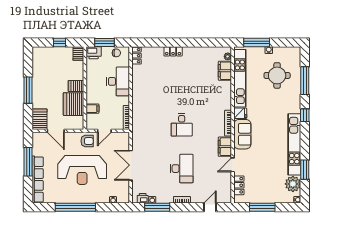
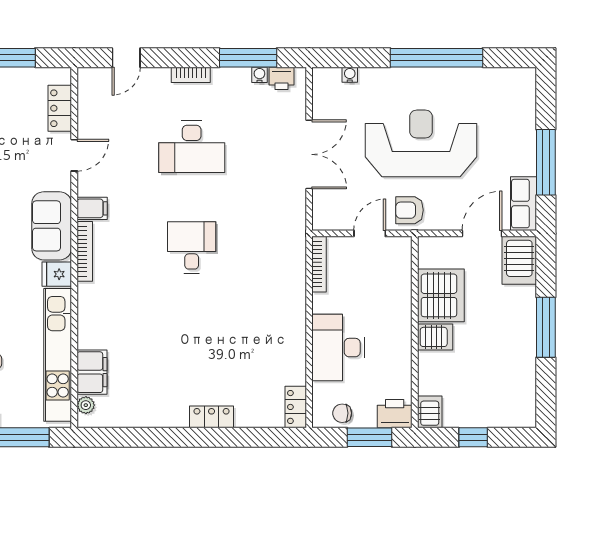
filing cabinet: (92, 109) -> (397, 285), removed
door: (56, 131) -> (482, 233), hinge flipped
filing cabinet: (225, 147) -> (92, 208), width x0.50
desk: (182, 169) -> (192, 147), turned -90
row of seats: (38, 179) -> (524, 204), moved, width x0.50

